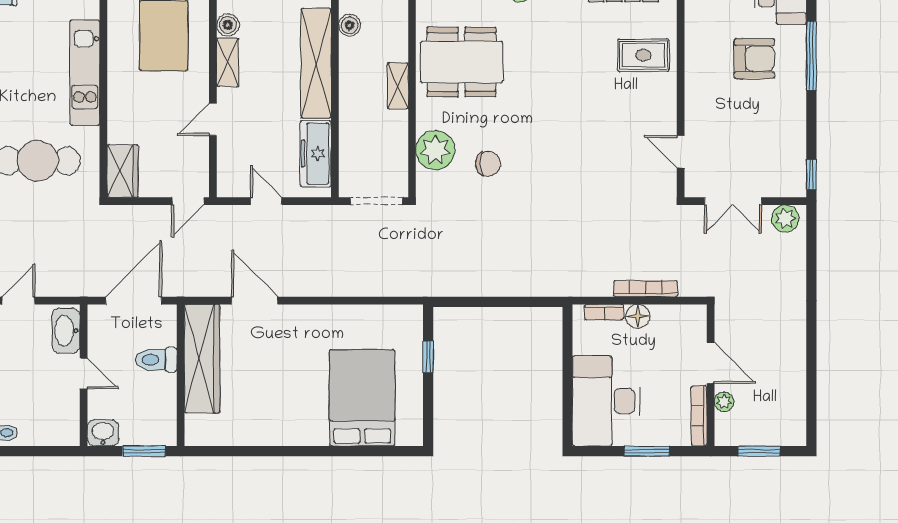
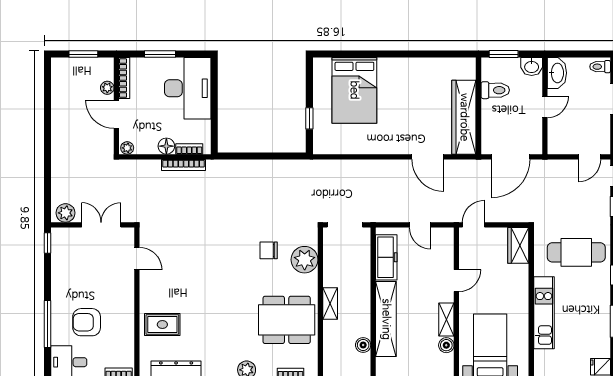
bookcase: (646, 289) -> (183, 165), moved
plant: (695, 314) -> (127, 148), added
washbasin: (66, 331) -> (557, 73), moved
toilet: (156, 360) -> (495, 90), moved
door: (84, 373) -> (545, 107), swing flipped

